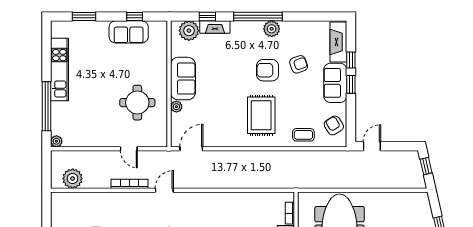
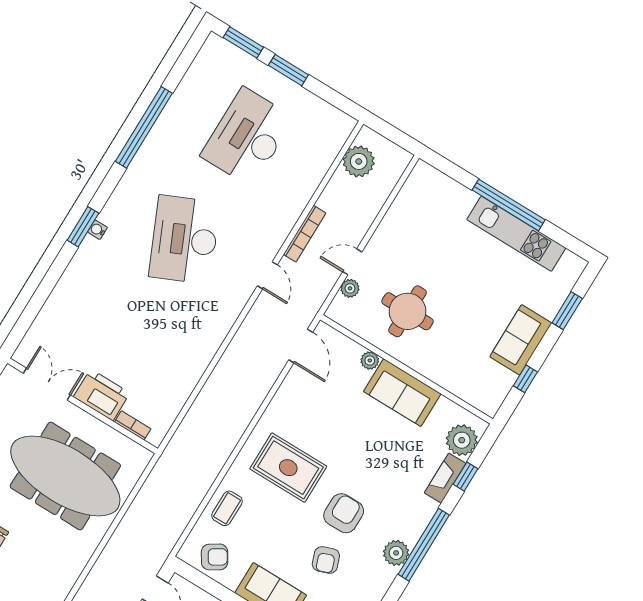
sofa: (129, 32) -> (521, 340), moved
window: (46, 106) -> (509, 205), moved
plant: (56, 141) -> (350, 288), moved

